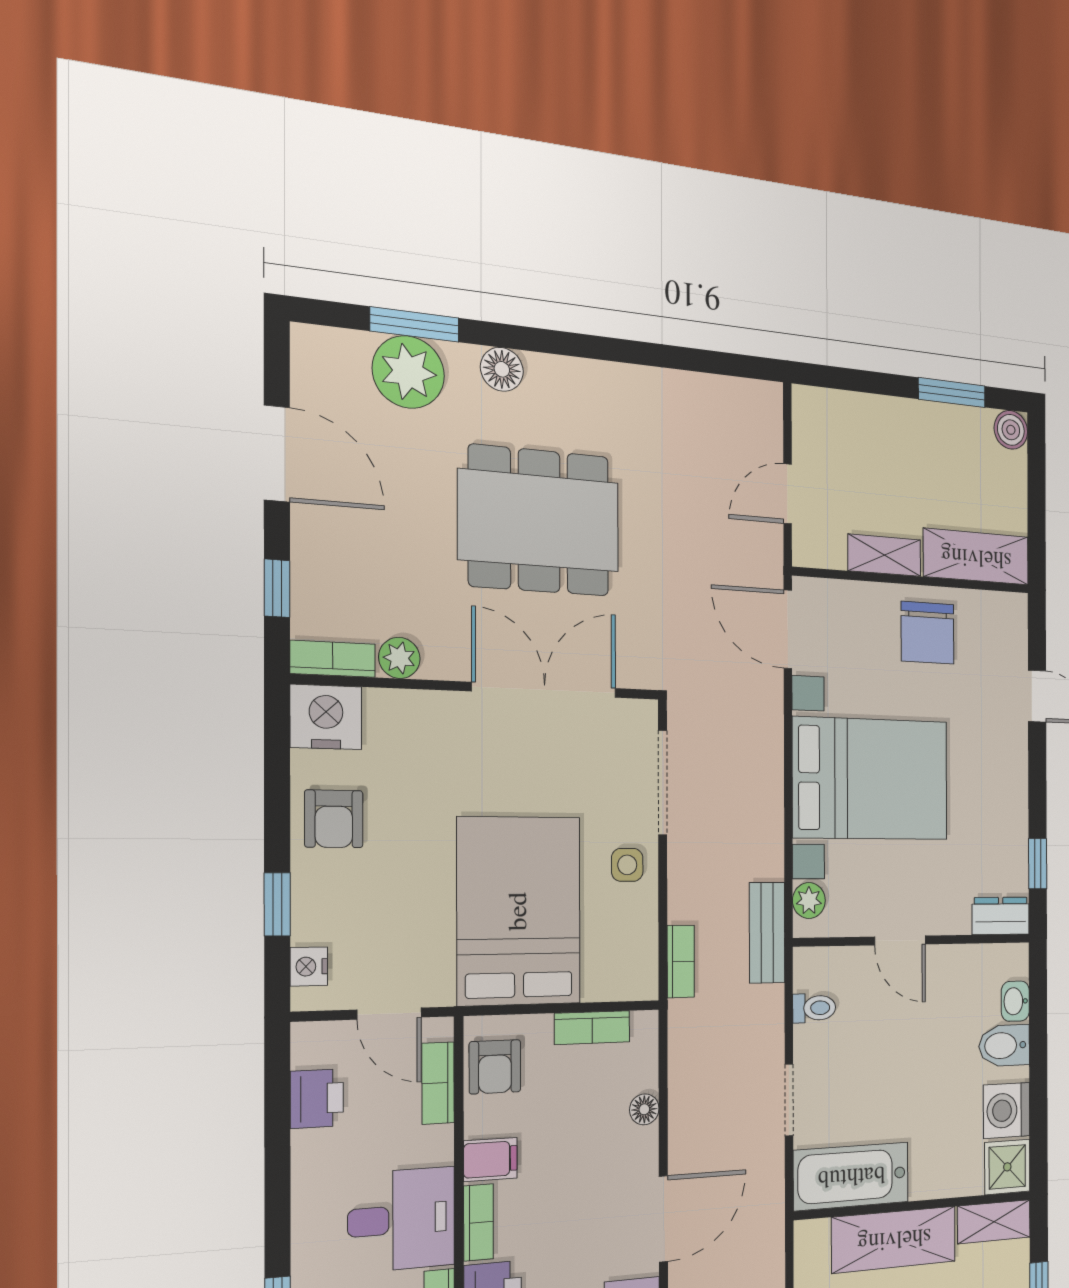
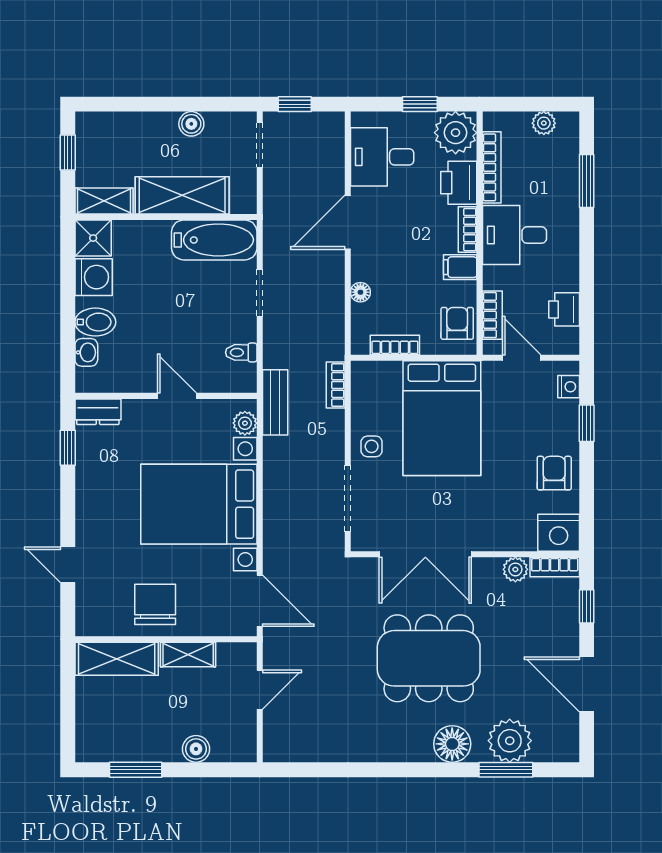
floor lamp: (502, 369) -> (452, 744), width x1.38, depth x1.38
boiler: (1011, 430) -> (196, 749), moved

